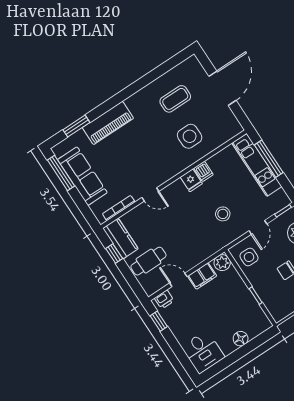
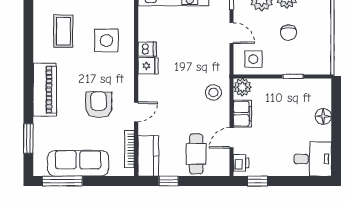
piano: (108, 123) -> (45, 90), moved
armchair: (137, 162) -> (99, 105), added
stool: (223, 214) -> (213, 92), moved
kitchen counter: (120, 238) -> (148, 156), moved, turned 90

